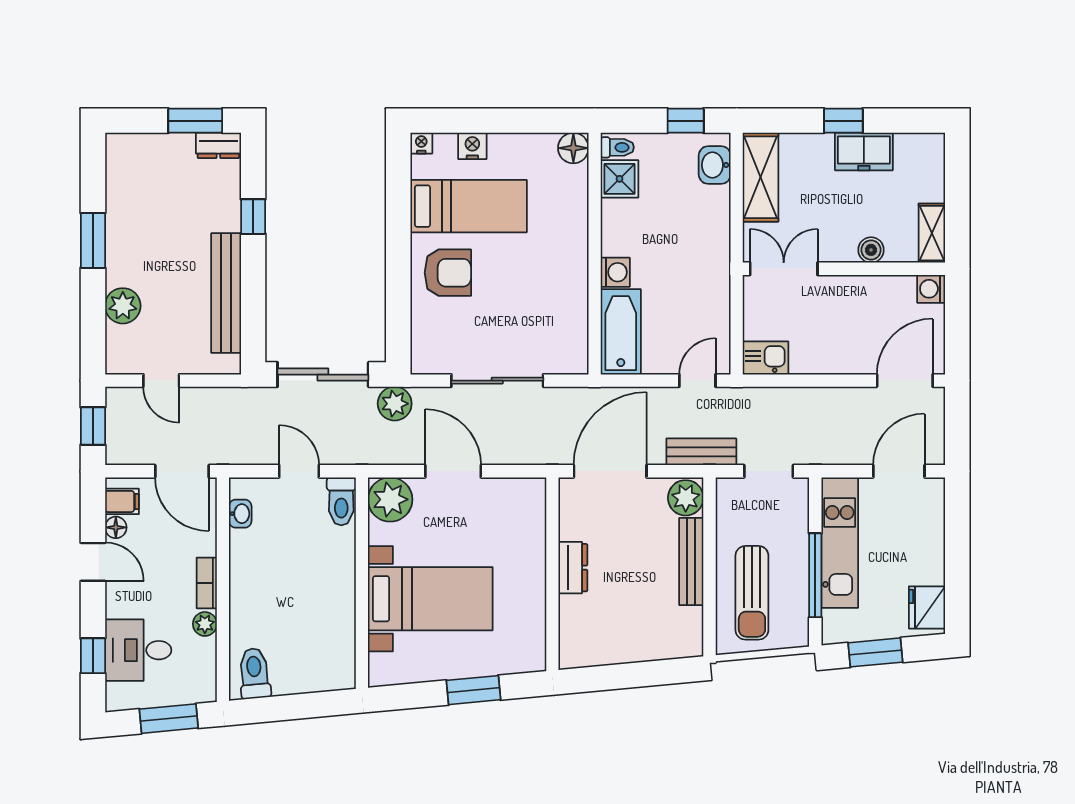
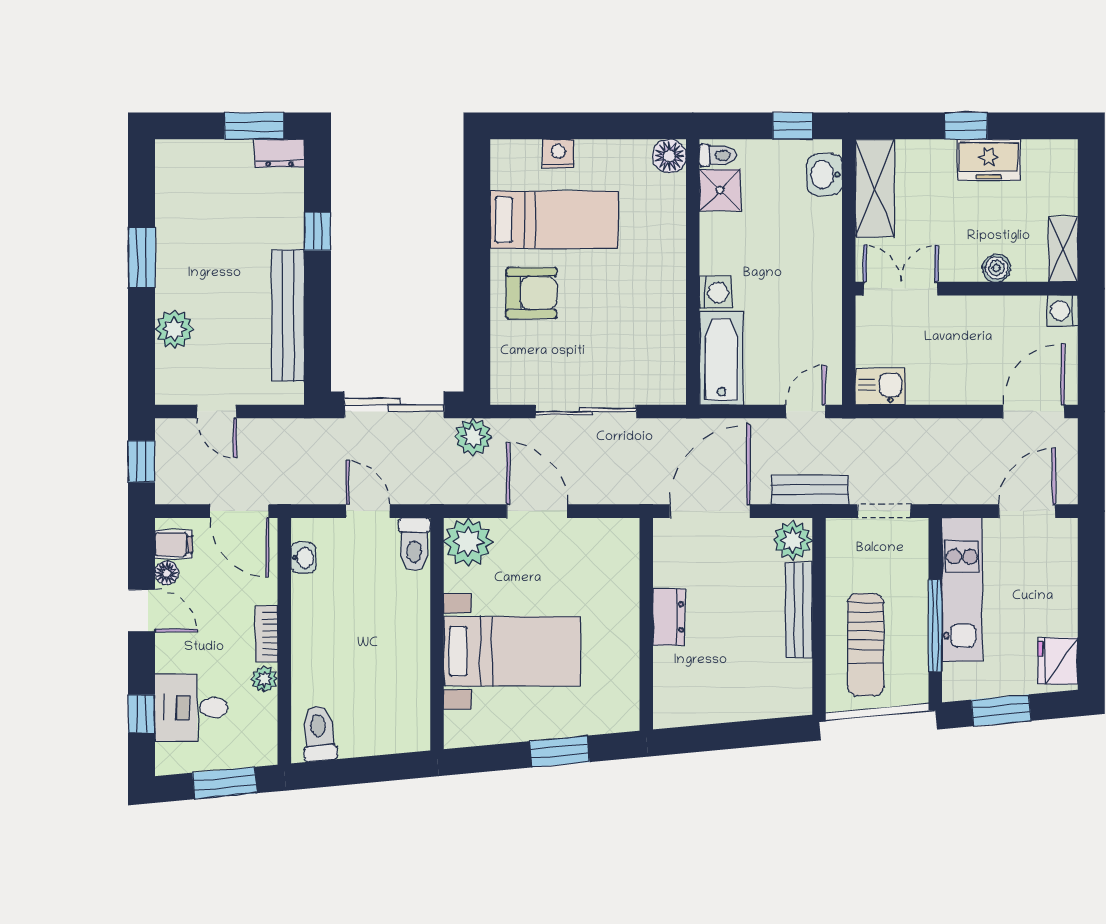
nightstand: (421, 143) -> (502, 151), removed

